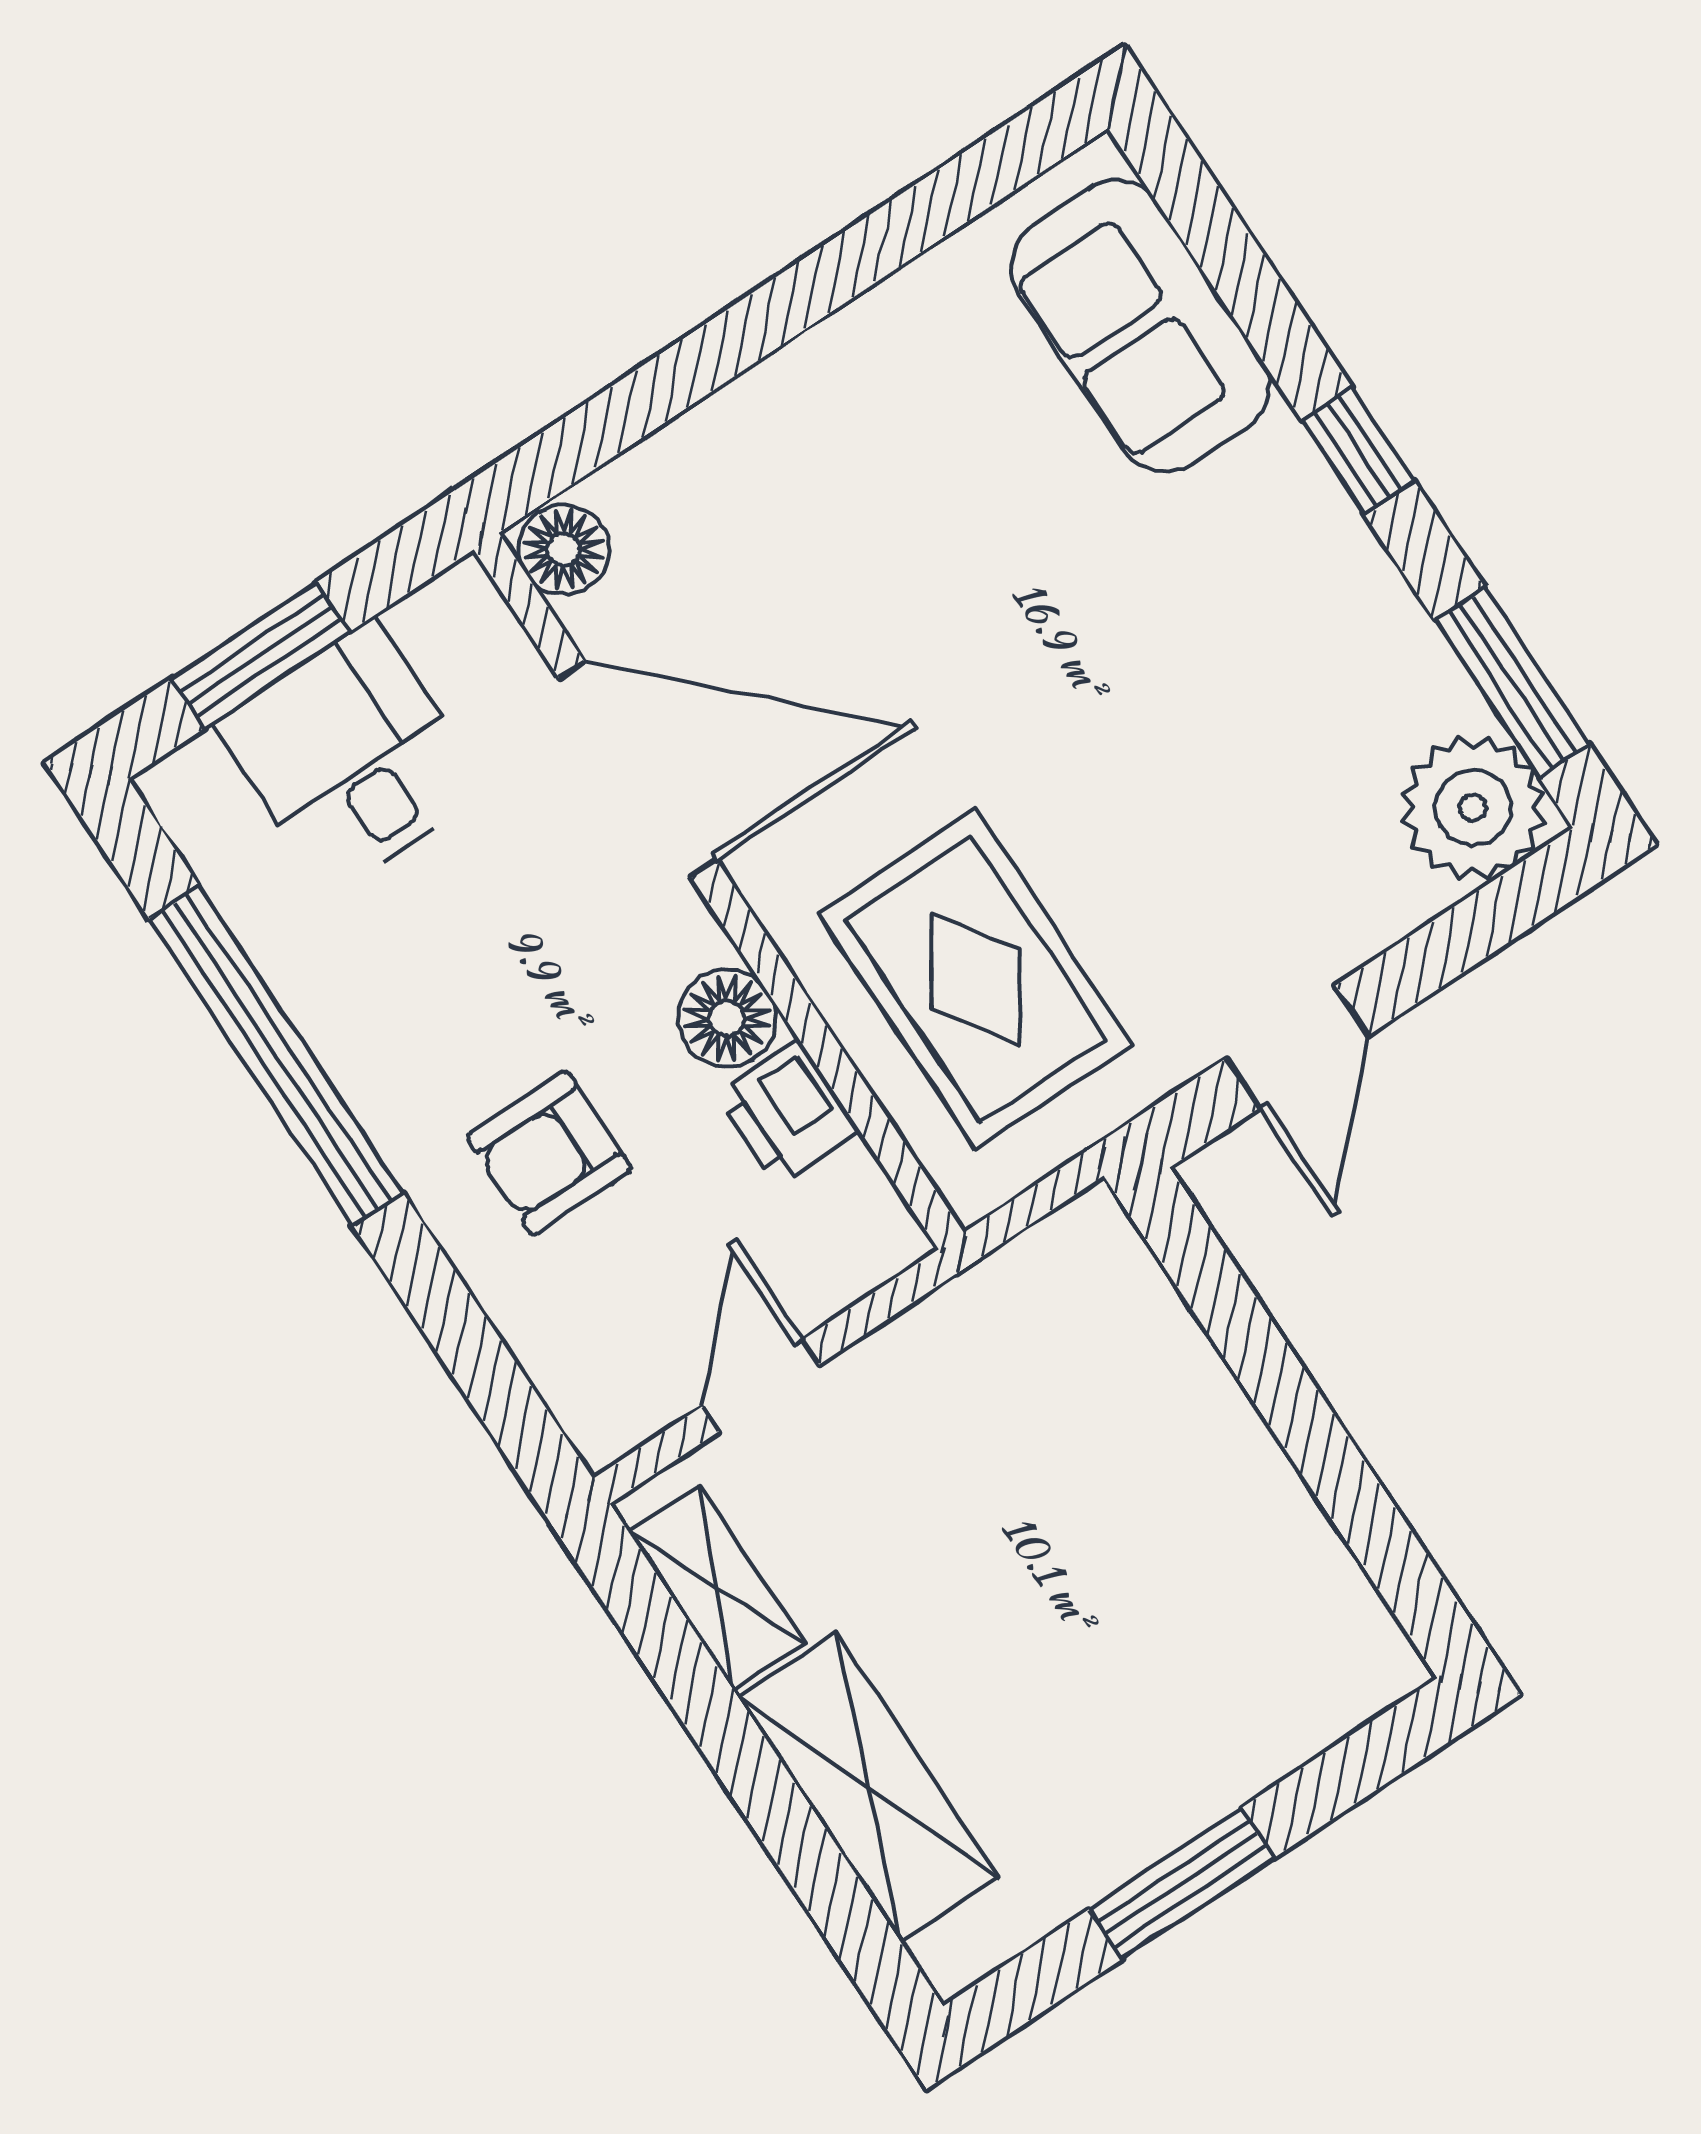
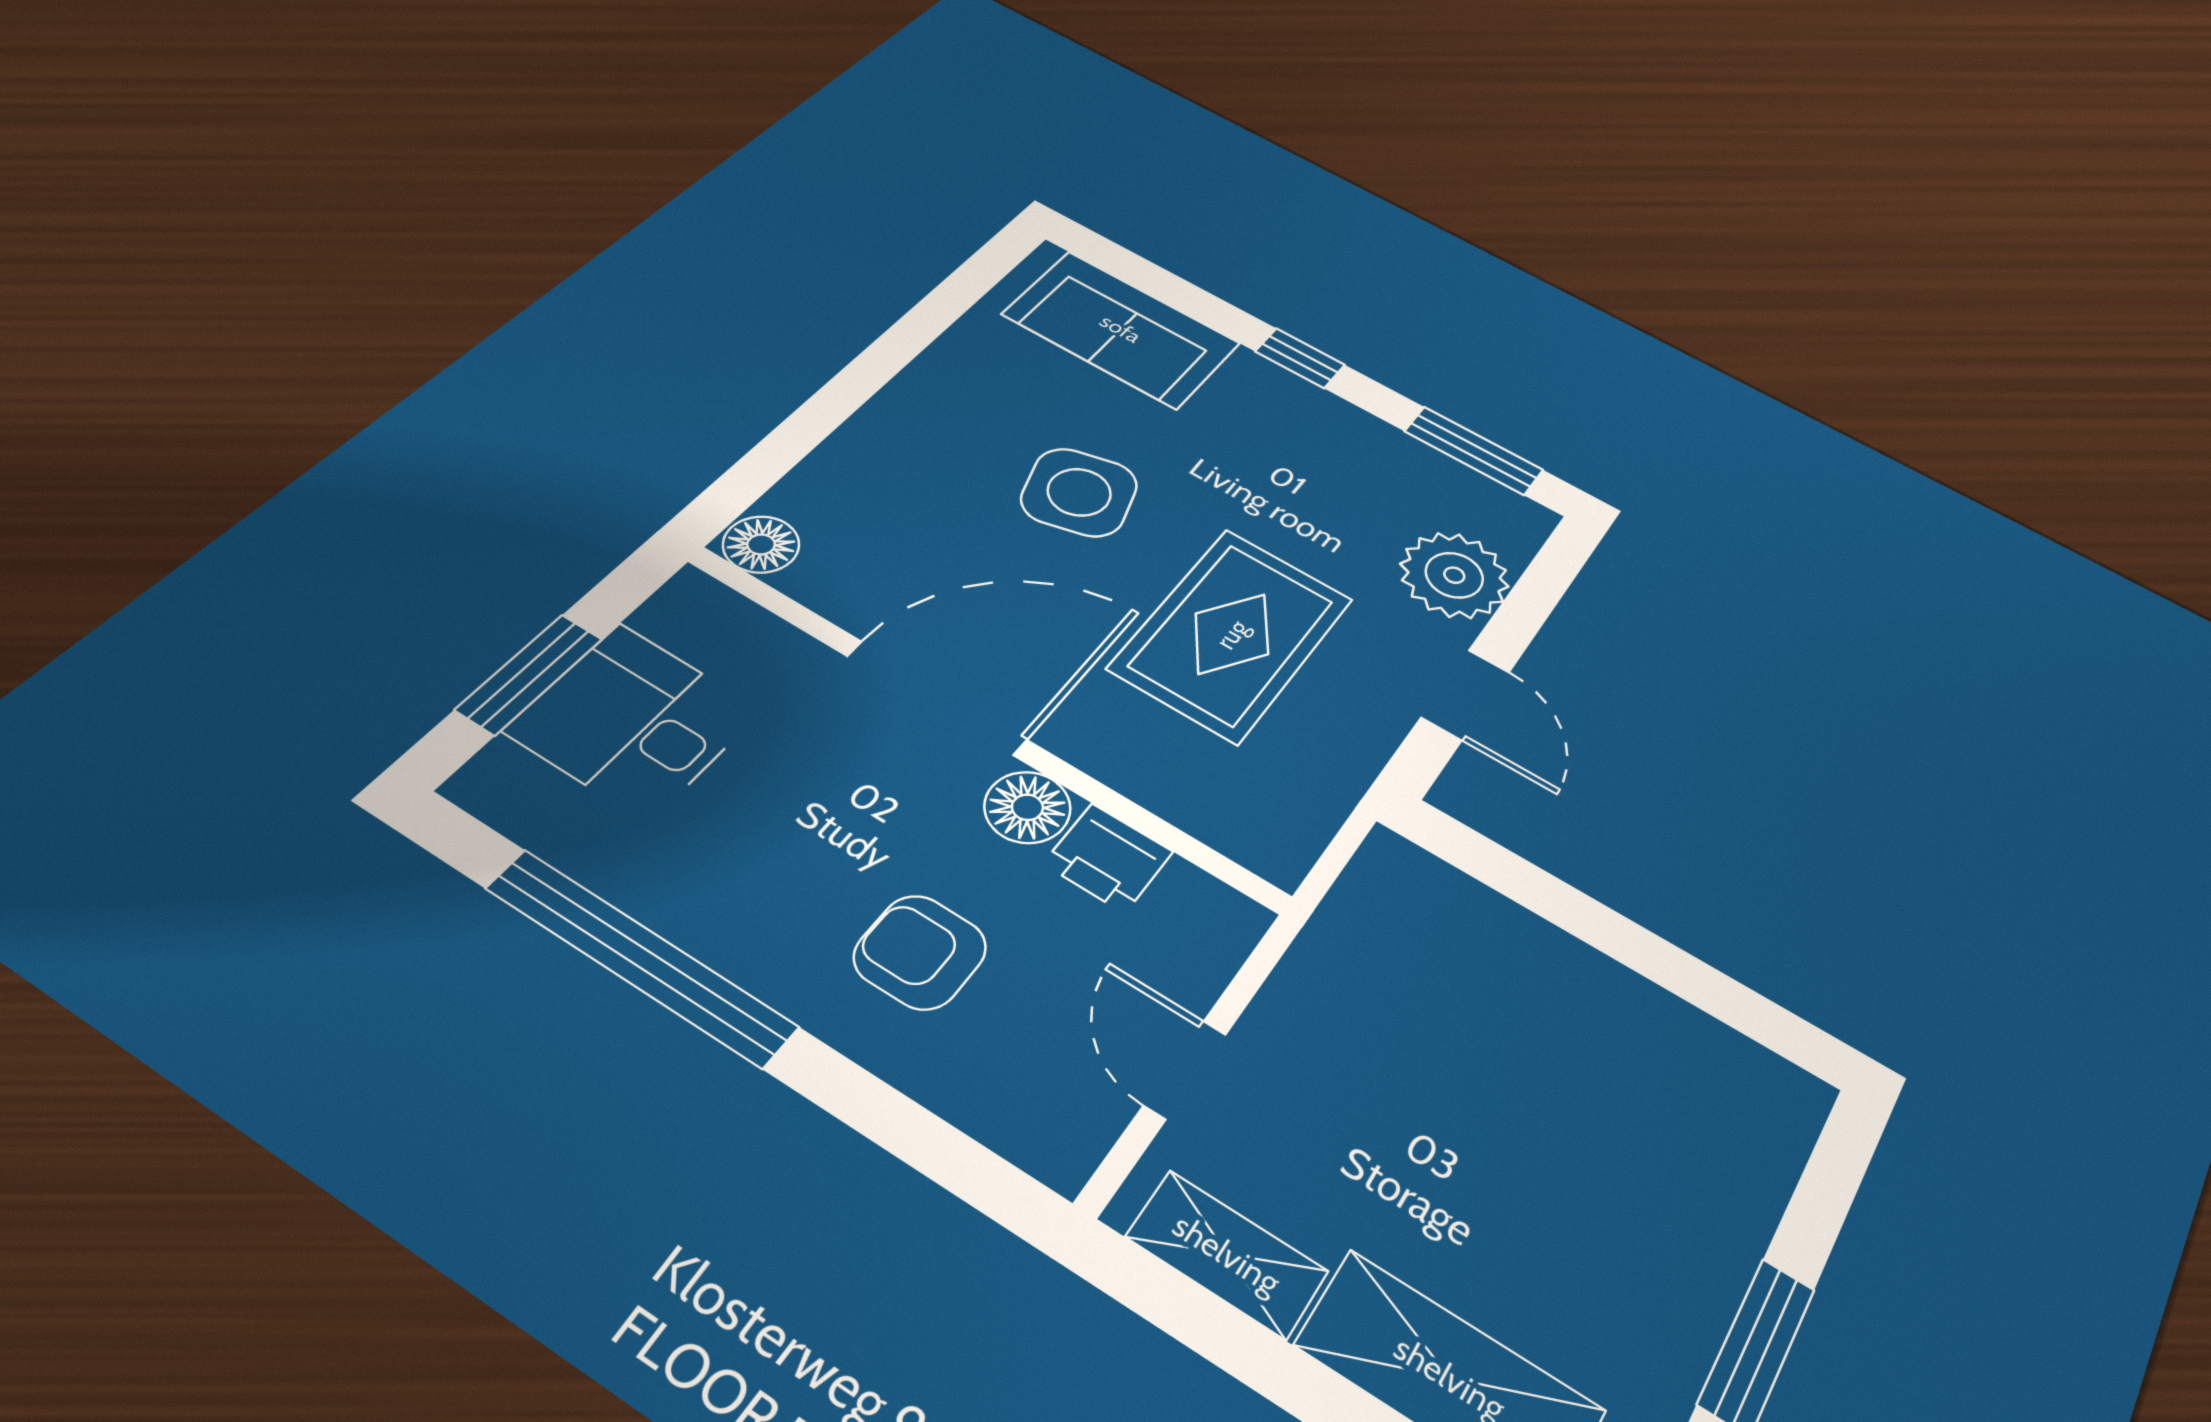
side table: (969, 589) -> (1079, 492), added
door: (638, 769) -> (936, 698), moved
plant: (1473, 808) -> (1454, 575), moved
rug: (975, 979) -> (1232, 634), moved, turned 90
armchair: (549, 1153) -> (920, 952), turned 90

